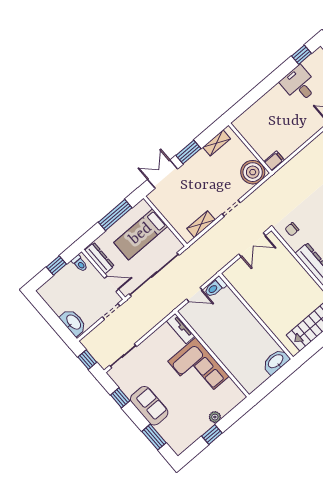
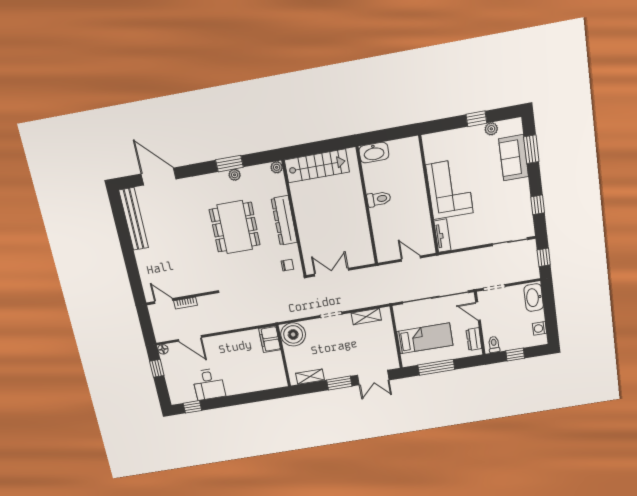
filing cabinet: (274, 161) -> (270, 339), width x2.00
dresser: (99, 258) -> (474, 339), width x0.70
toilet: (215, 287) -> (379, 199), moved
washing machine: (51, 300) -> (539, 328), added
sofa: (149, 406) -> (513, 158), moved
plant: (215, 417) -> (491, 129), moved

